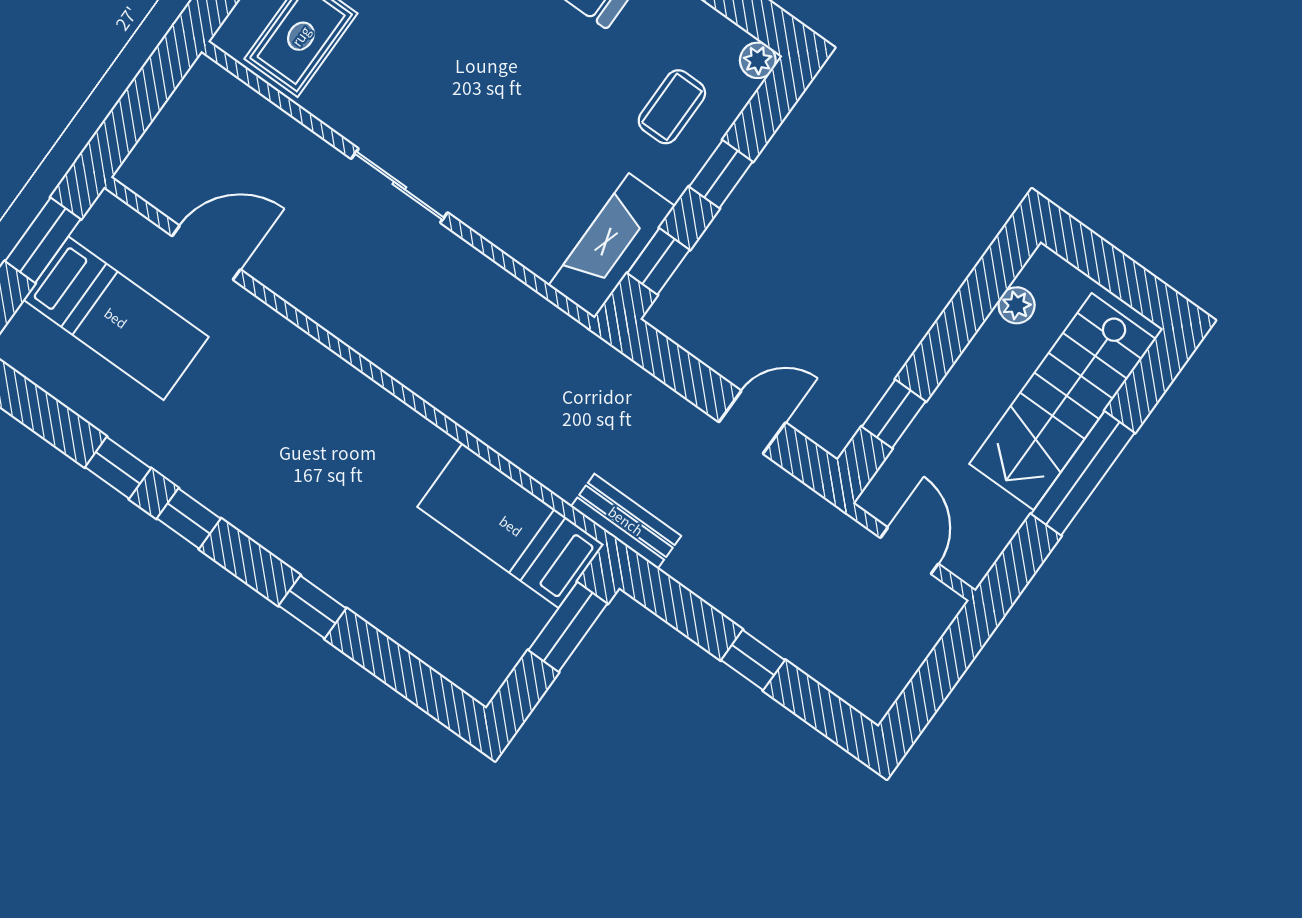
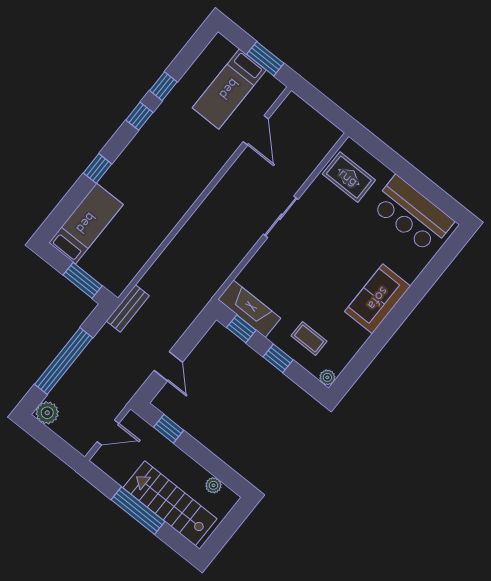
bed: (511, 526) -> (86, 223), moved
window: (753, 660) -> (64, 361), width x3.17
plant: (872, 691) -> (47, 413), added

